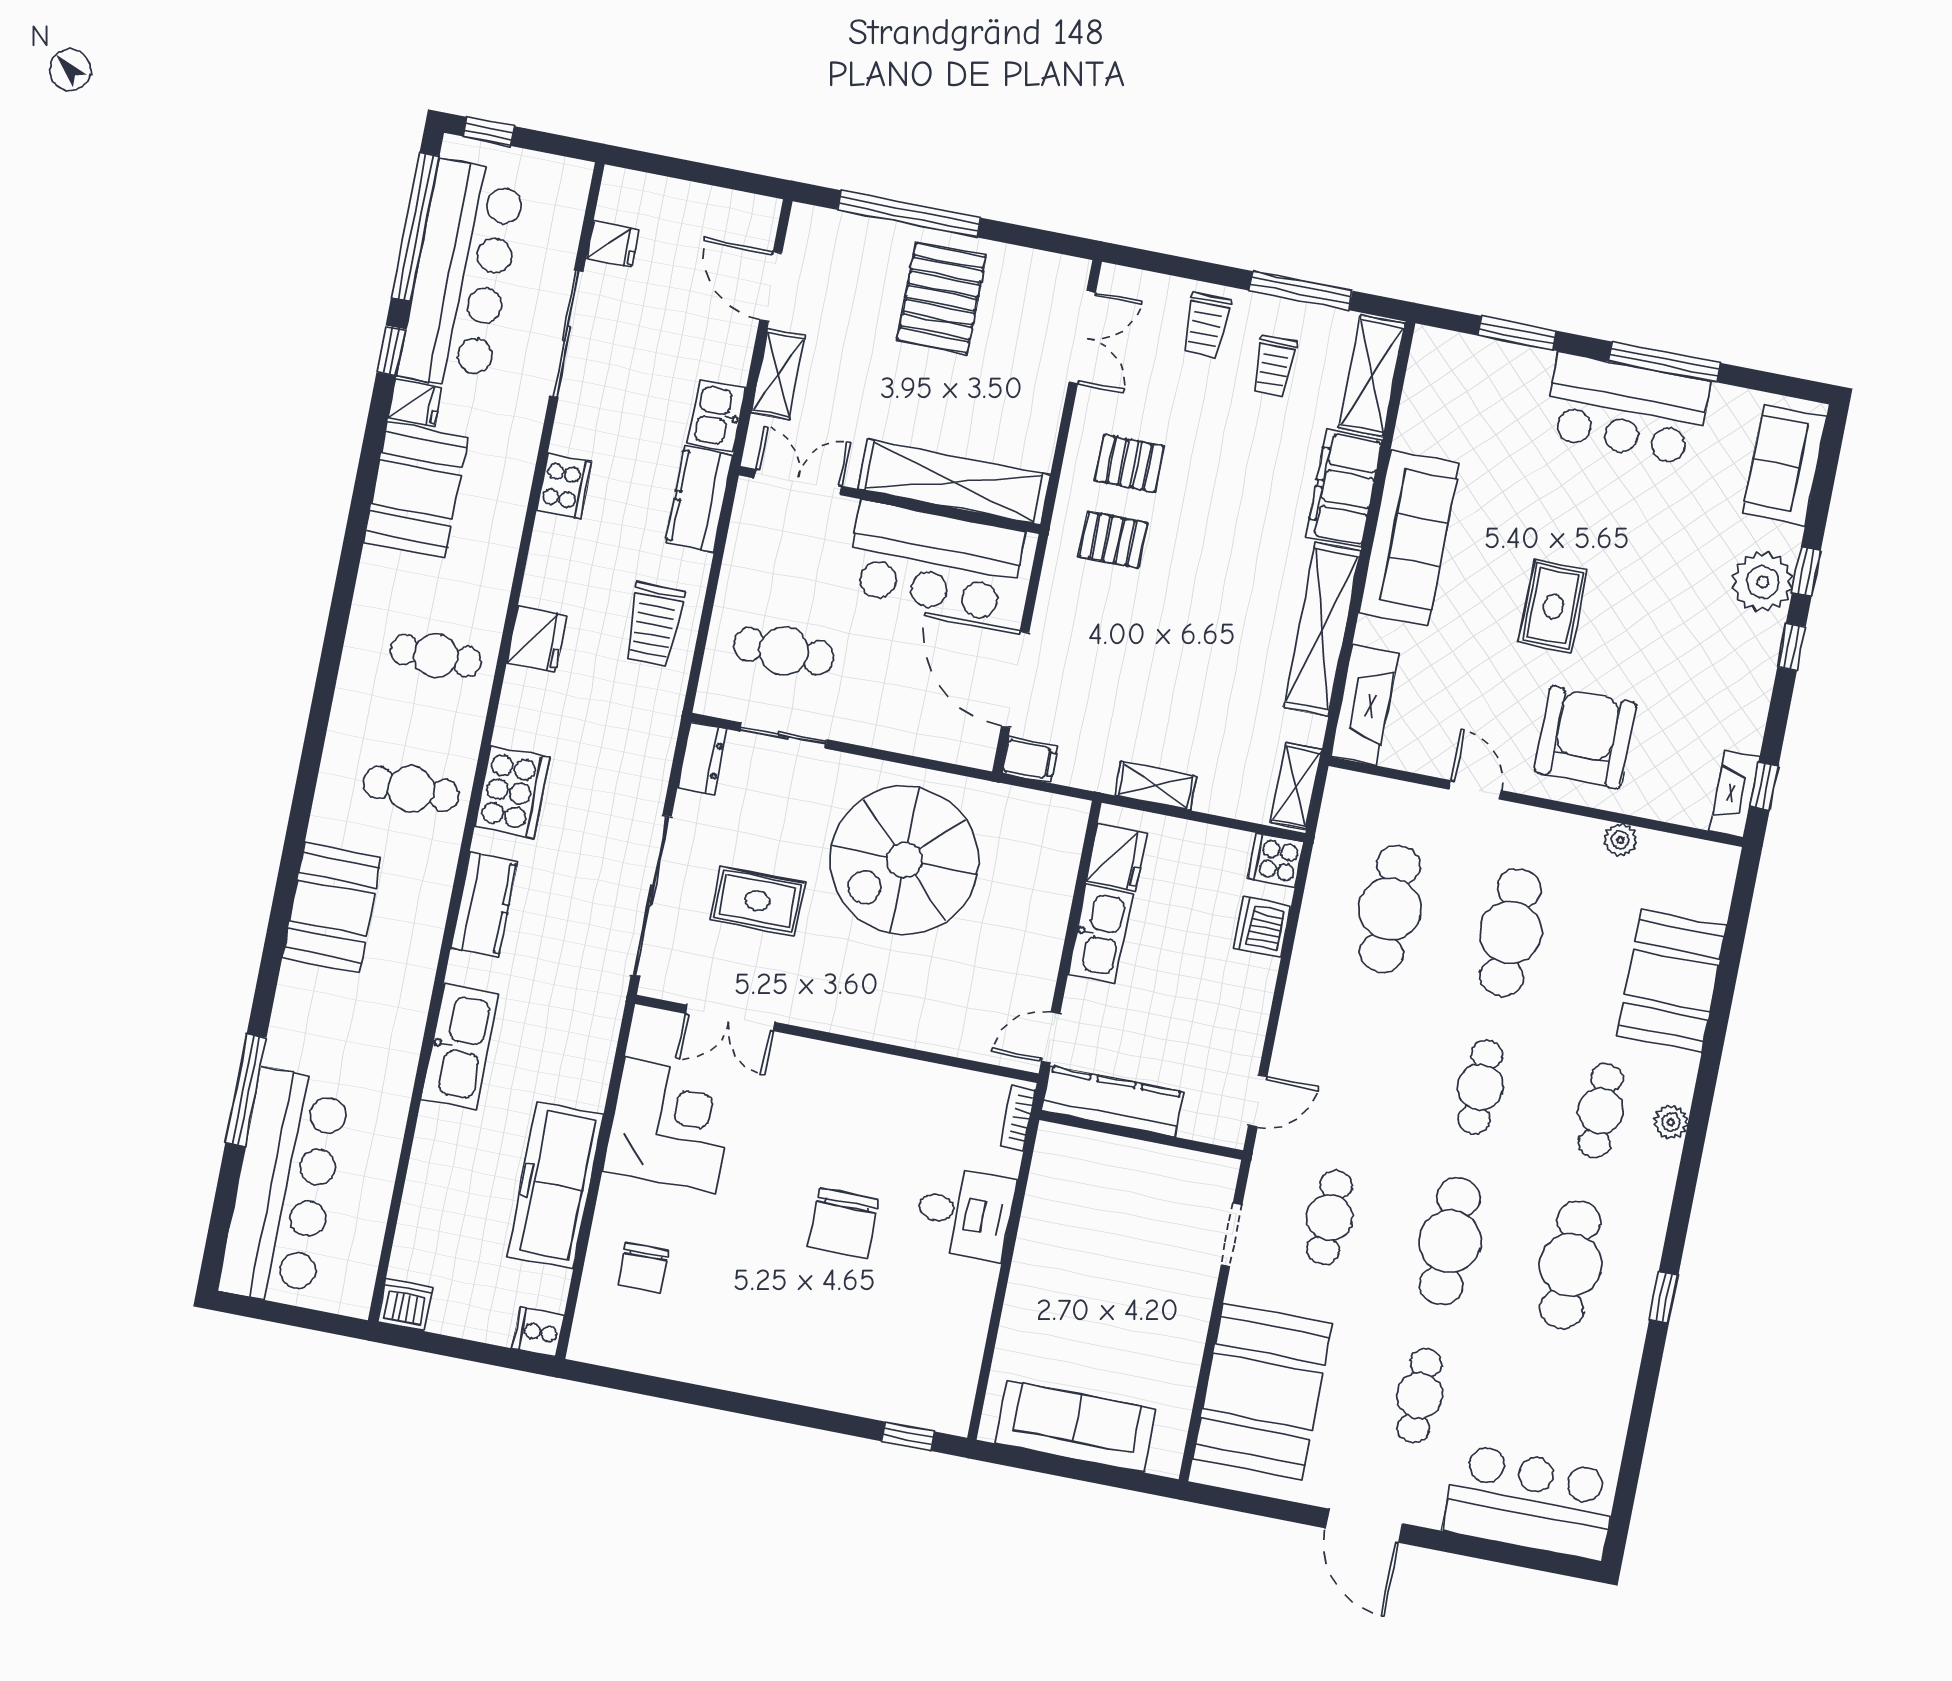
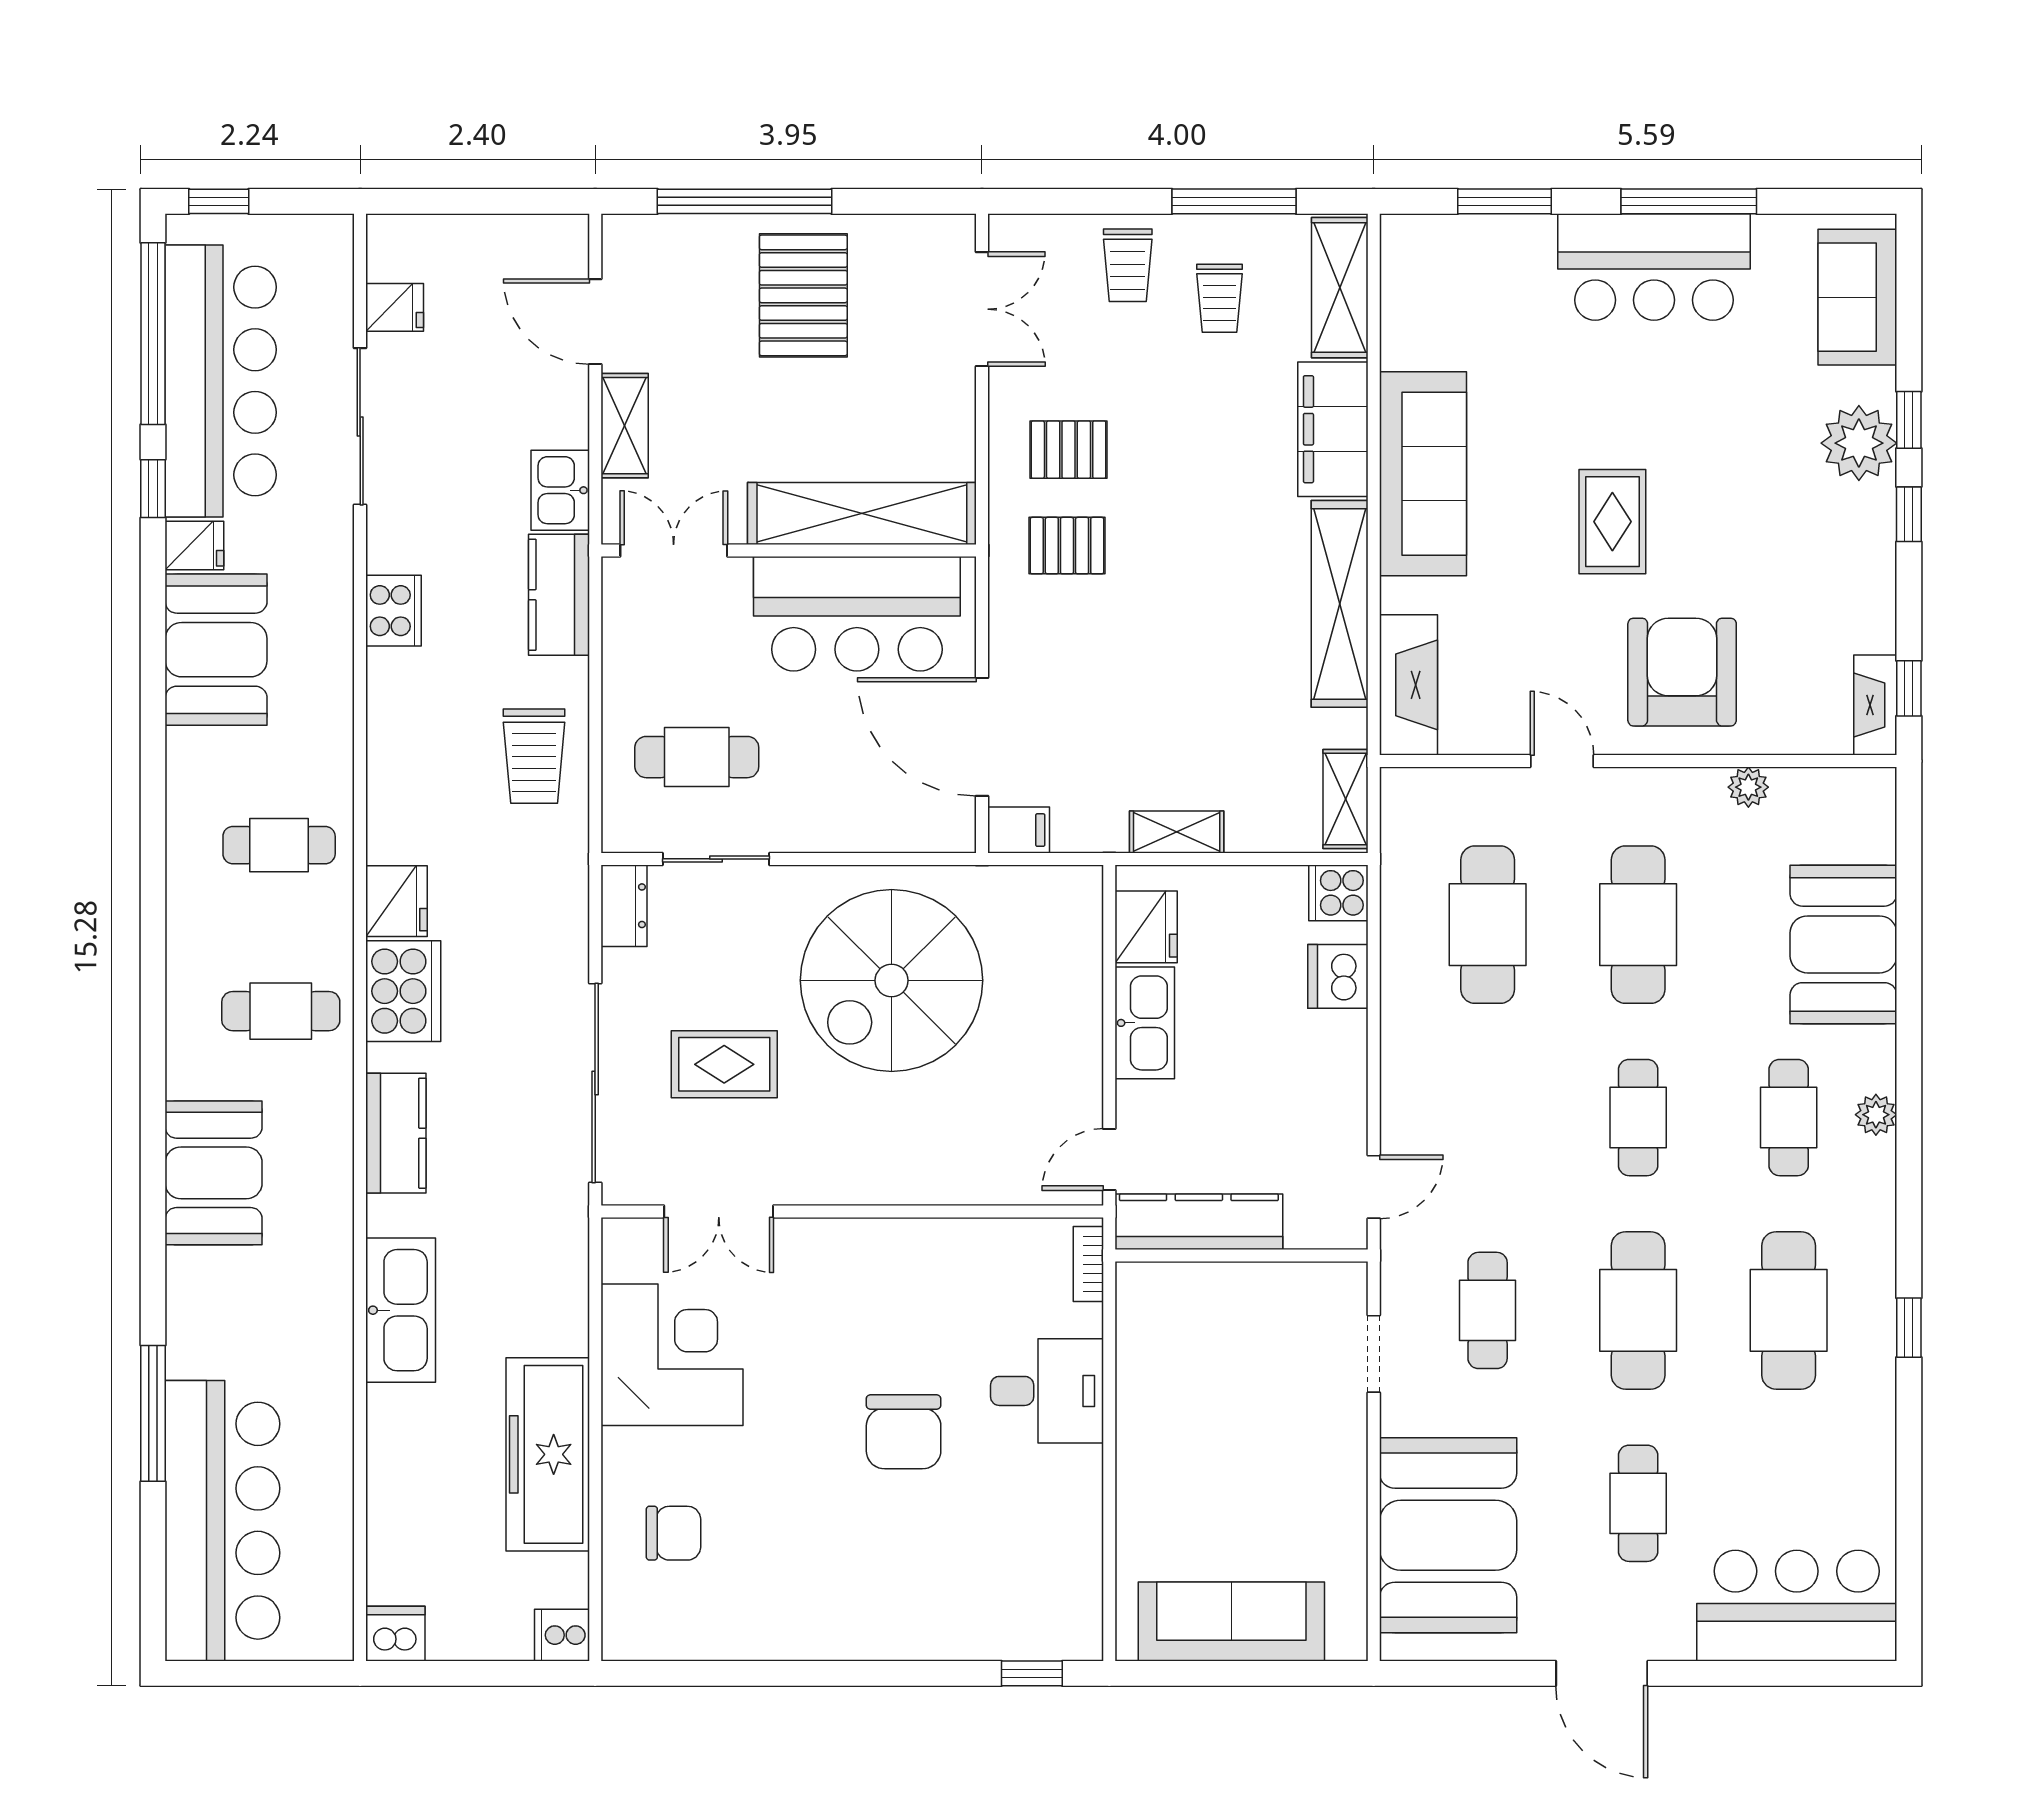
fridge: (537, 639) -> (397, 901), moved
chair: (643, 1268) -> (673, 1533), turned -90

